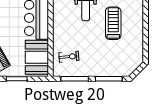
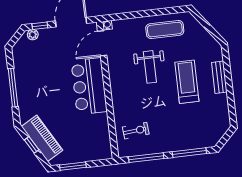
bench: (139, 23) -> (219, 77), added
booth: (37, 57) -> (95, 136), removed

